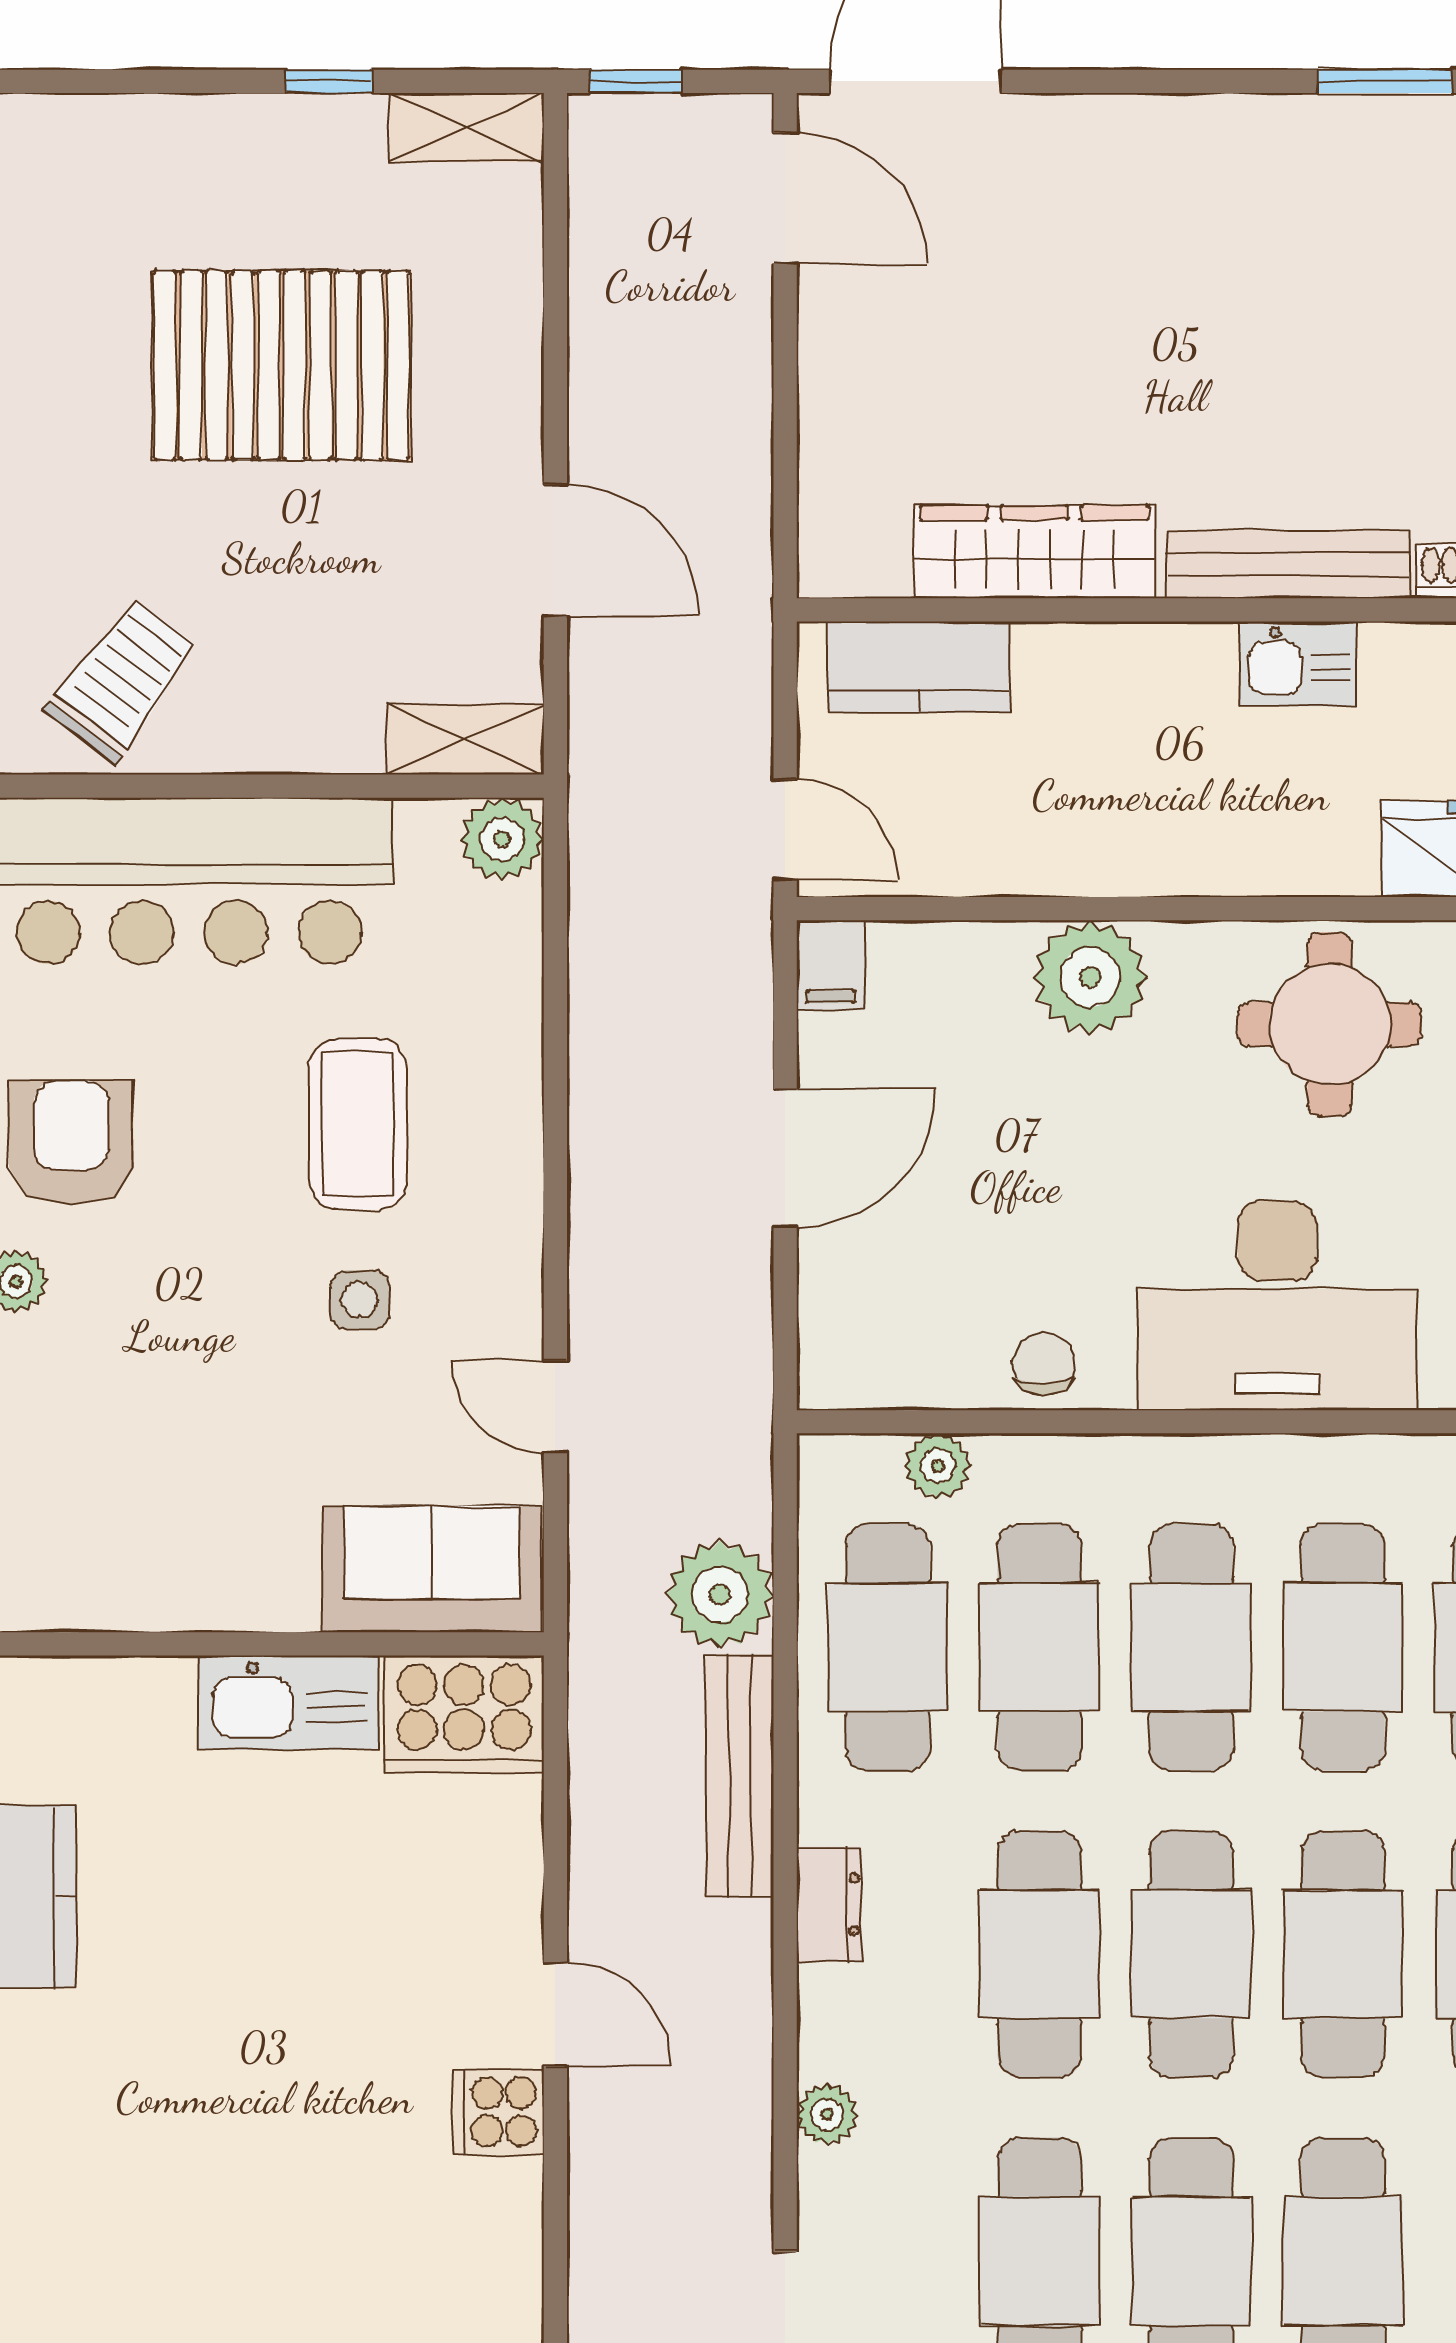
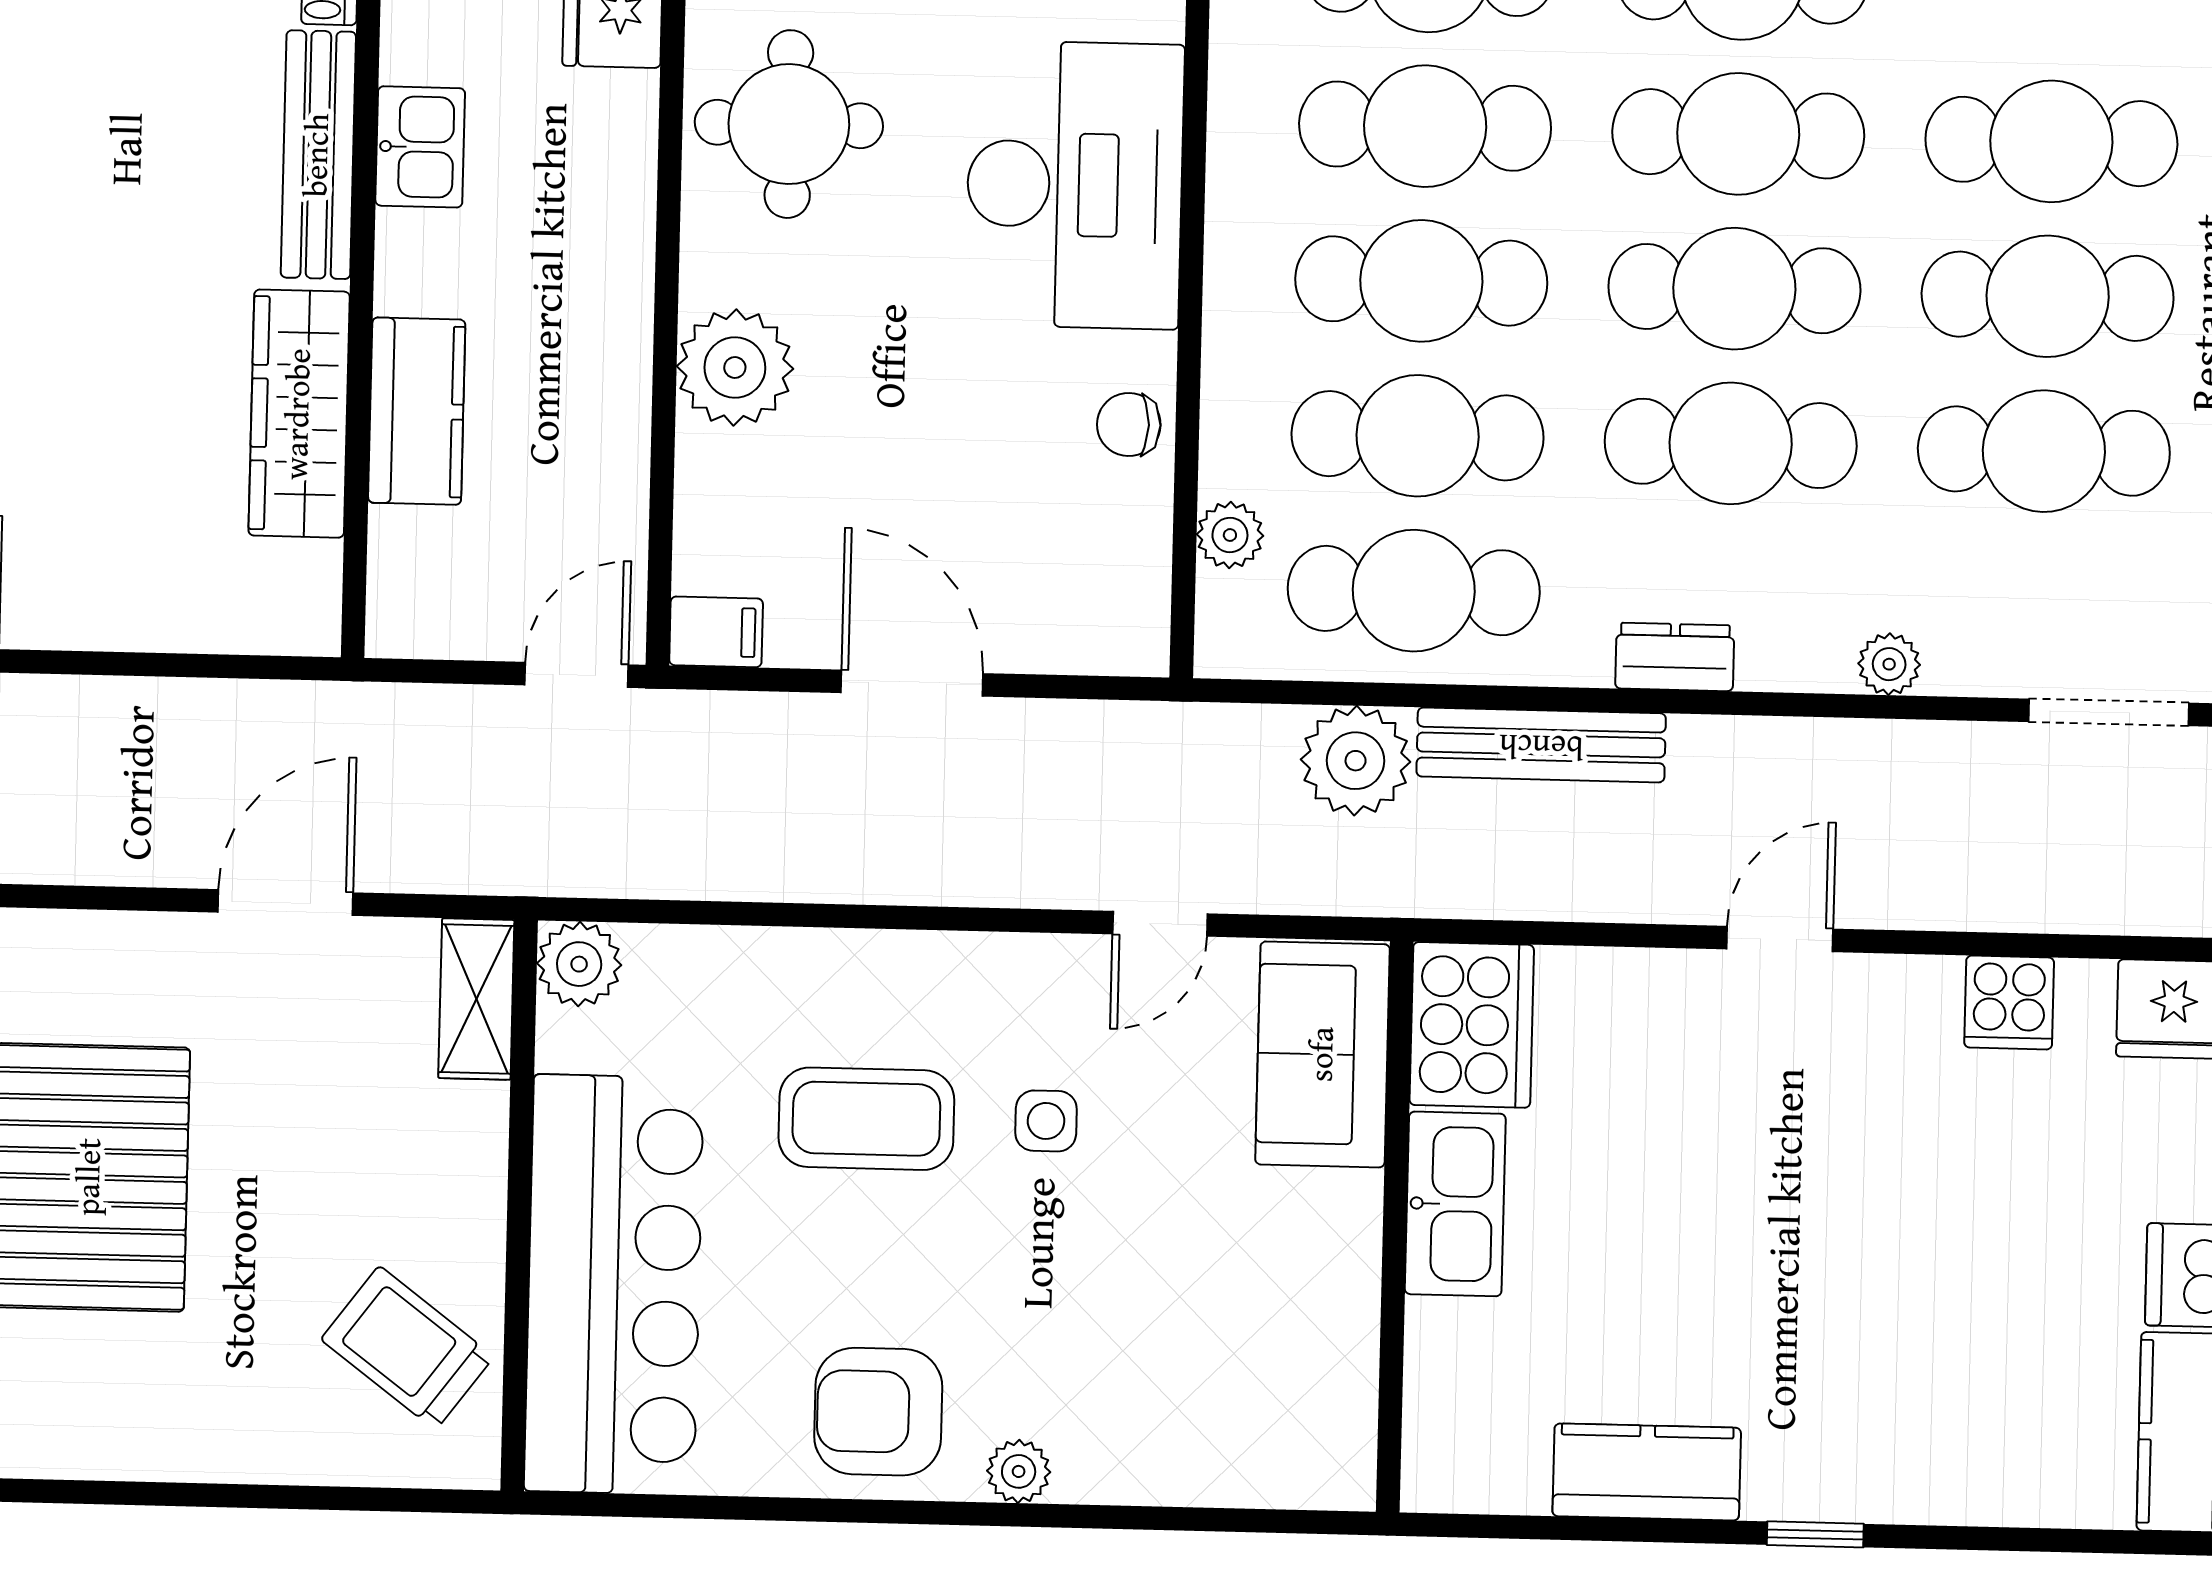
kitchen counter: (919, 667) -> (417, 411), moved
cooker: (499, 2112) -> (2009, 1003), moved

